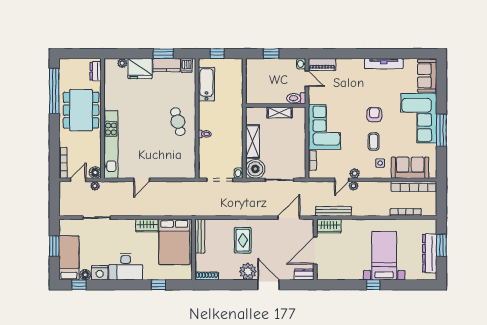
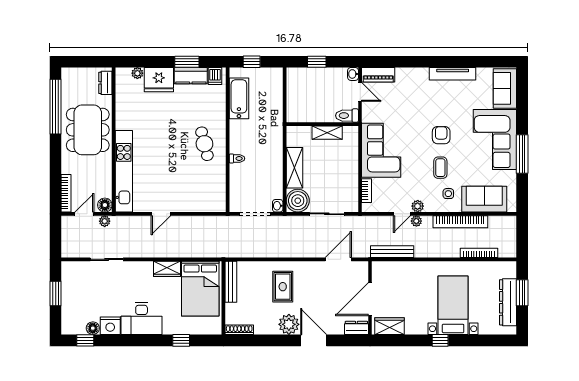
bookcase: (414, 186) -> (460, 222), moved
wardrobe: (329, 226) -> (389, 326), moved, turned 180
bed: (69, 258) -> (73, 308), removed

